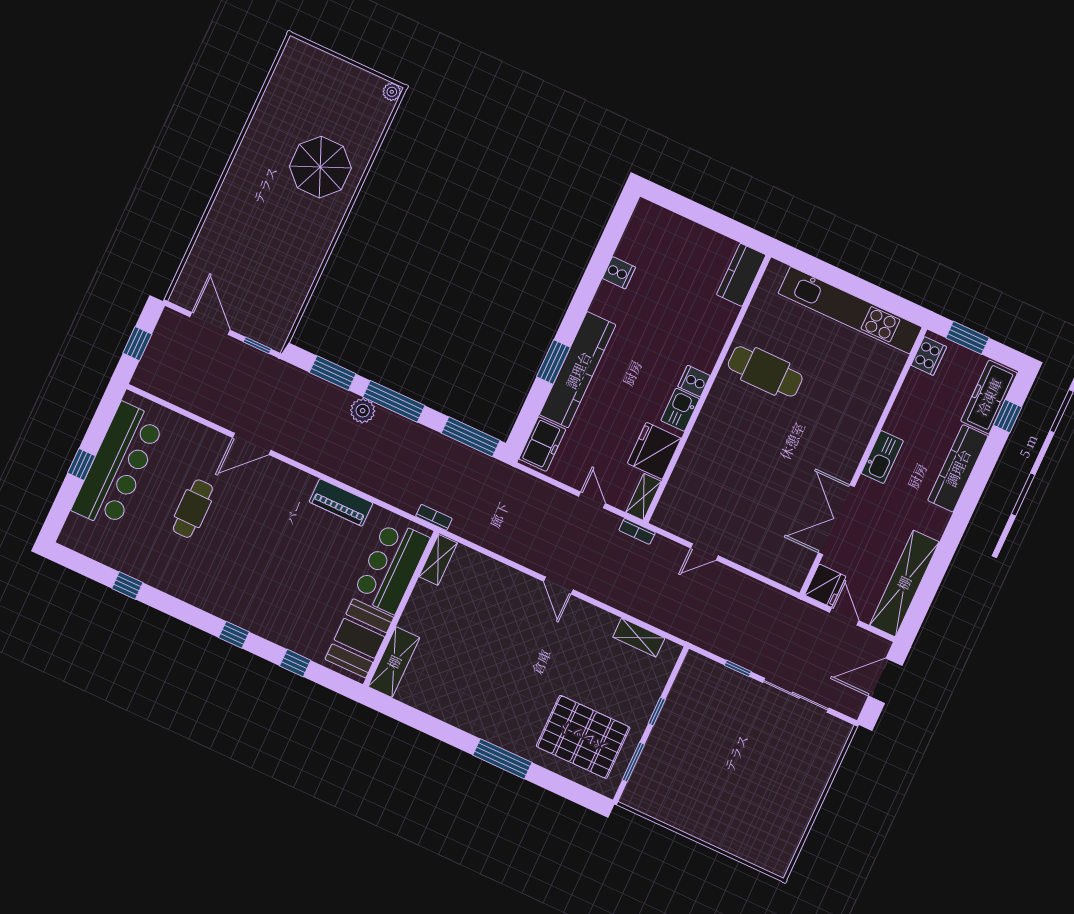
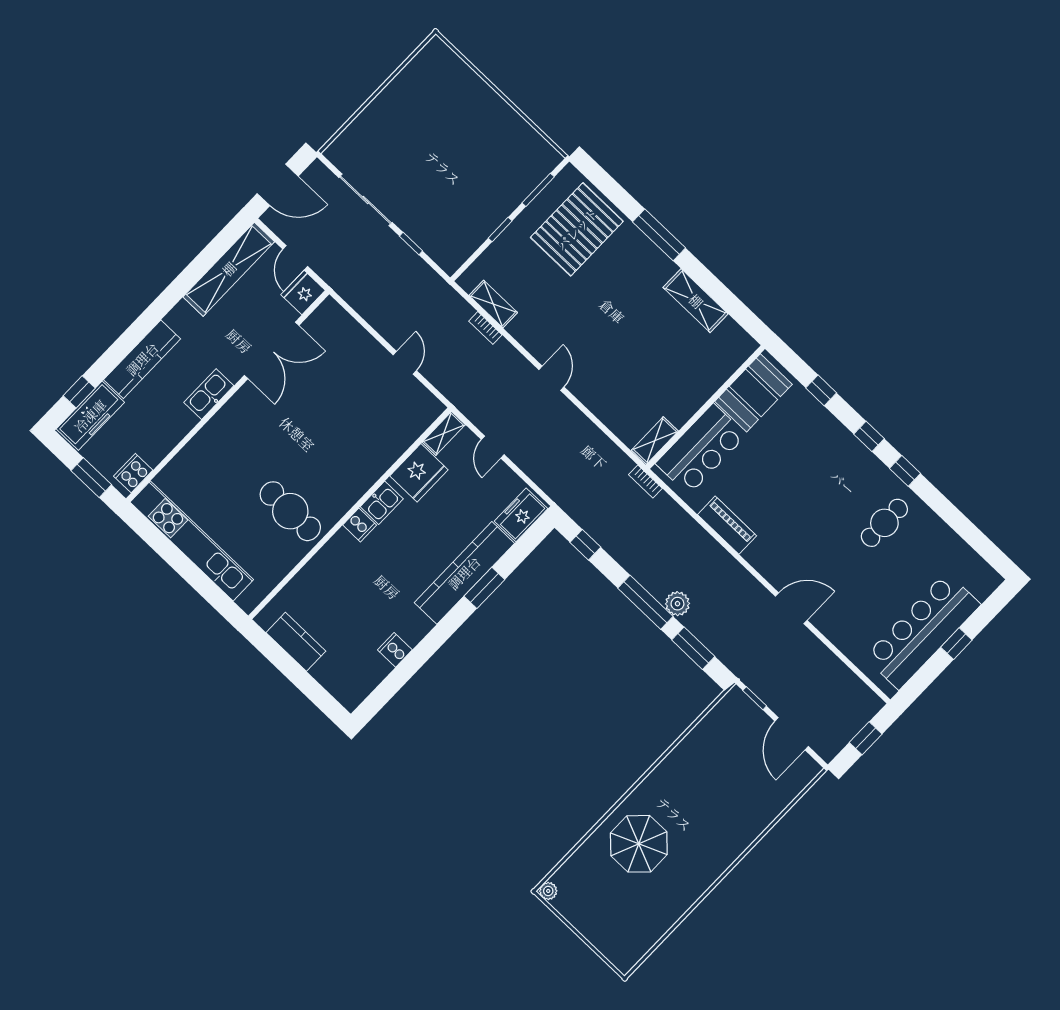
kitchen counter: (741, 275) -> (296, 642), moved, turned -90
window: (471, 437) -> (585, 545), width x0.46
cafe table: (193, 509) -> (884, 523), moved
bookcase: (637, 531) -> (485, 328), moved, turned 180
door: (704, 552) -> (405, 363), hinge flipped
window: (127, 586) -> (905, 471), moved
shelving: (394, 662) -> (696, 301), moved, turned 90
pallet: (583, 737) -> (577, 229), turned 90

